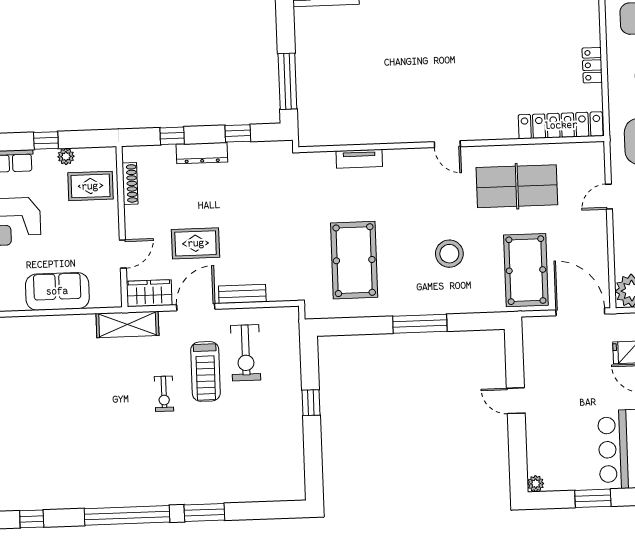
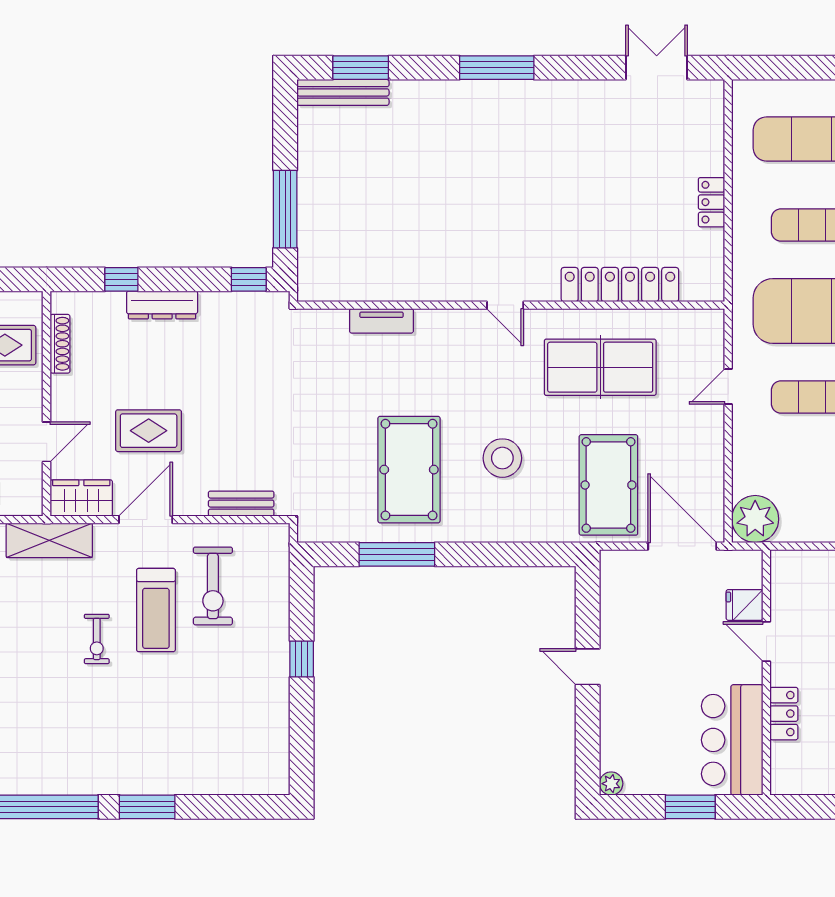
locker: (561, 125) -> (620, 285), moved
window: (238, 133) -> (249, 279), moved
pool table: (354, 260) -> (409, 470), moved
bench: (242, 294) -> (241, 504), moved
window: (420, 324) -> (397, 554), moved

